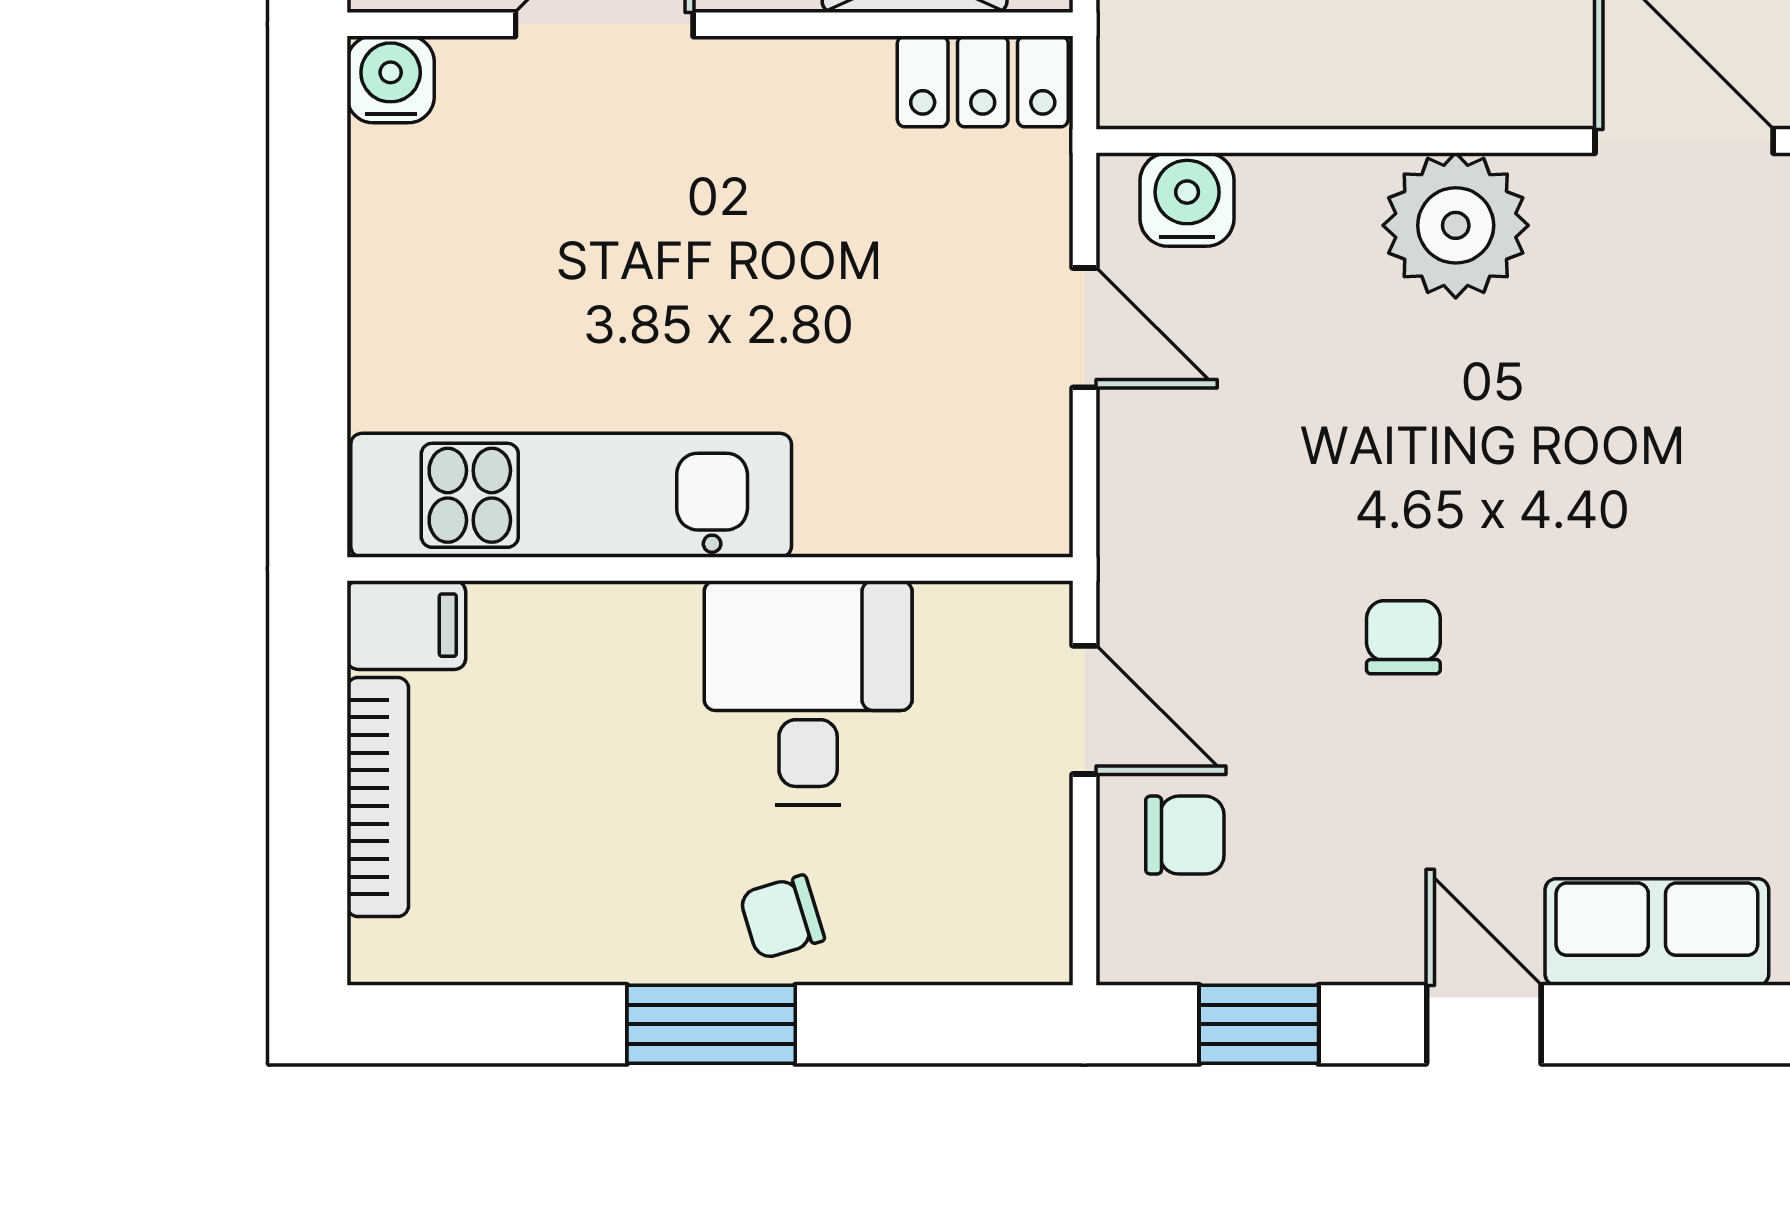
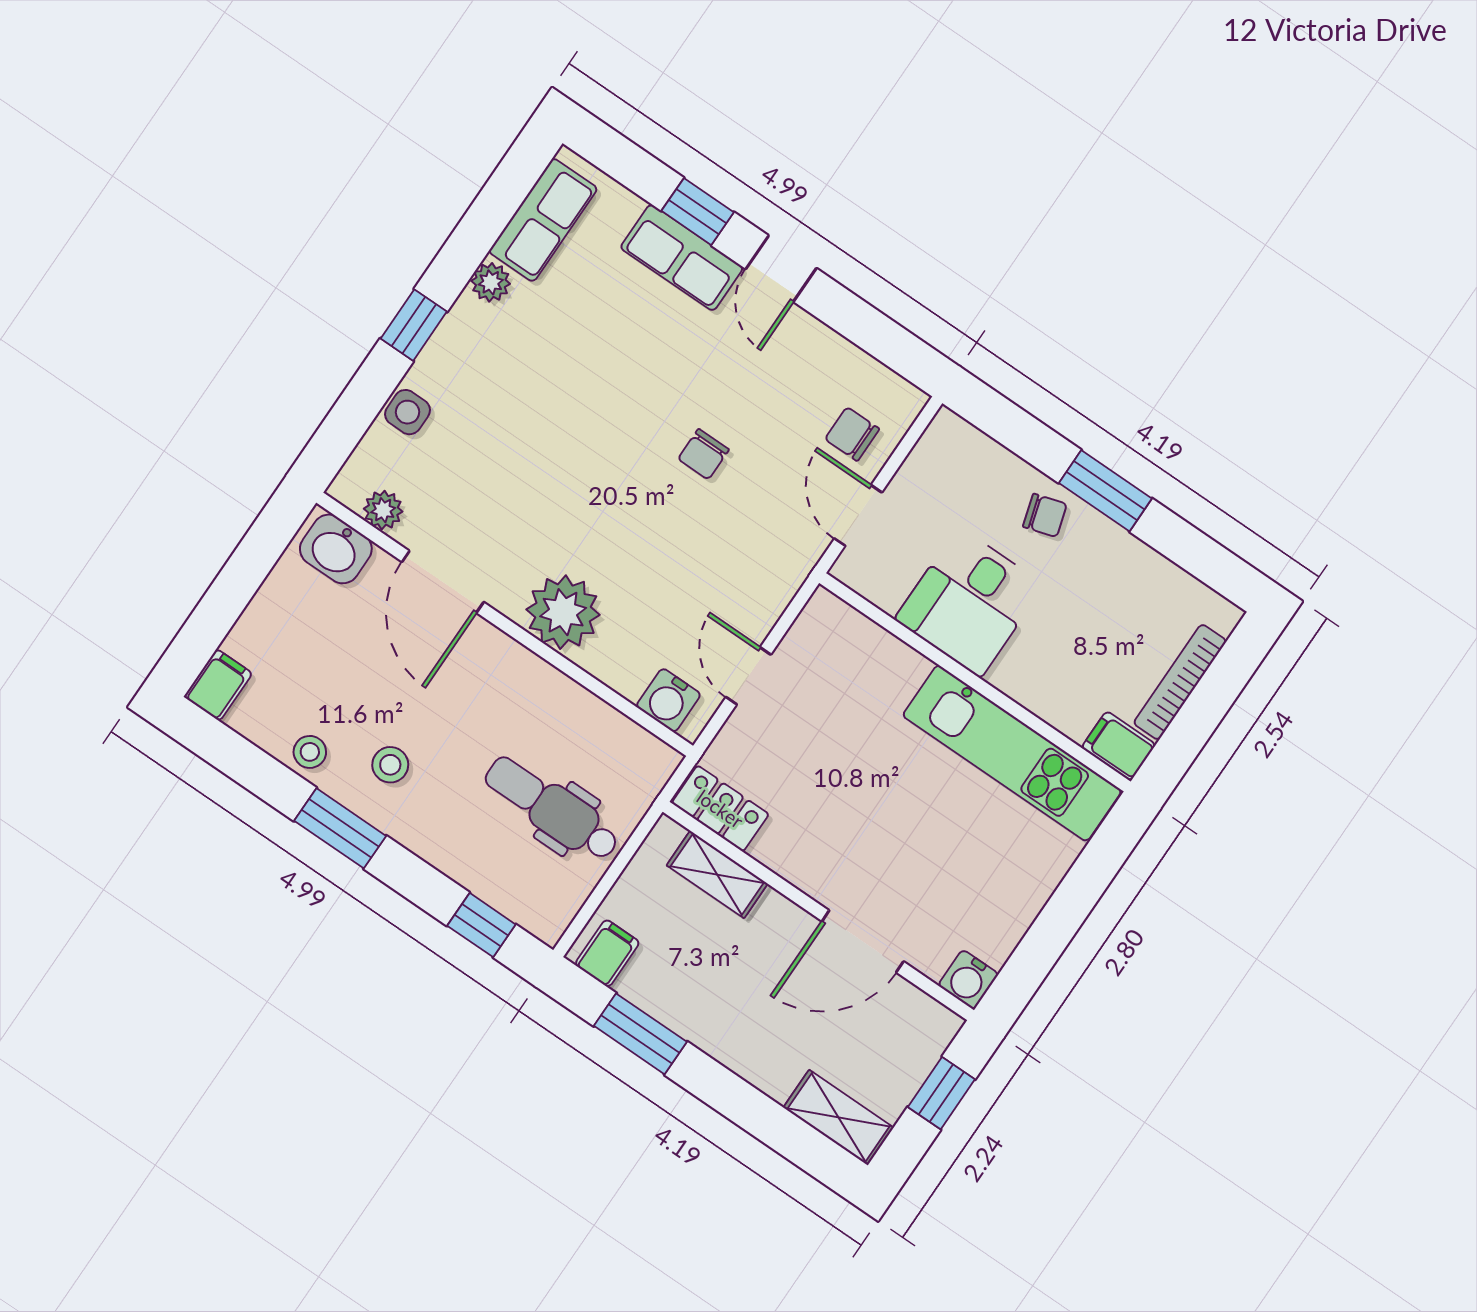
window: (1259, 1024) -> (698, 212), moved

